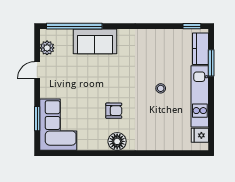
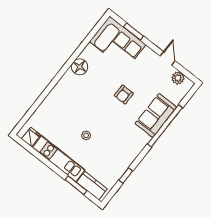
window: (74, 26) -> (165, 126), moved
window: (192, 26) -> (126, 175), moved
armchair: (114, 111) -> (124, 94), moved
floor lamp: (117, 141) -> (80, 67), moved

